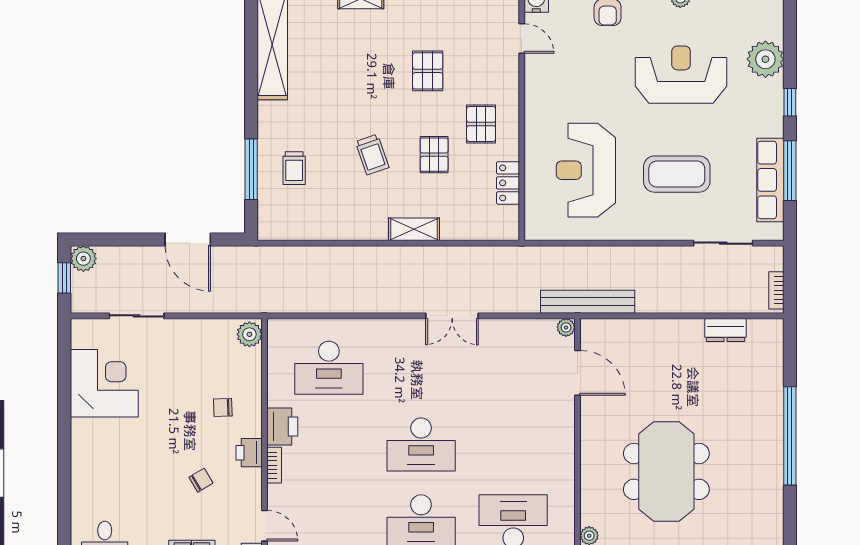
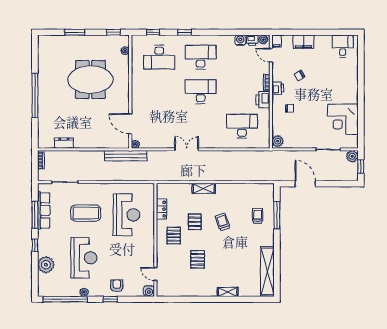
reception desk: (681, 75) -> (84, 258), turned -90
plant: (83, 259) -> (352, 156), moved
meeting table: (666, 471) -> (90, 80), turned 90

